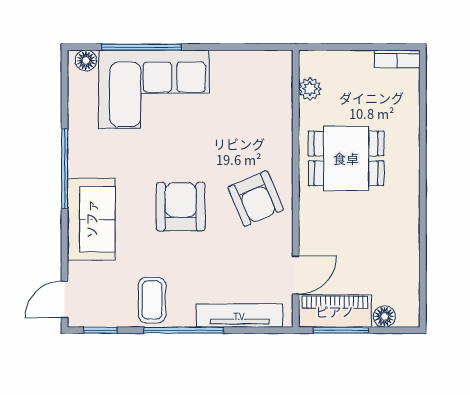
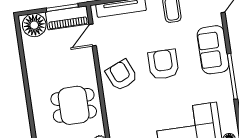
armchair: (181, 207) -> (163, 64), turned 180
floor lamp: (384, 316) -> (34, 25), width x1.89, depth x1.89

